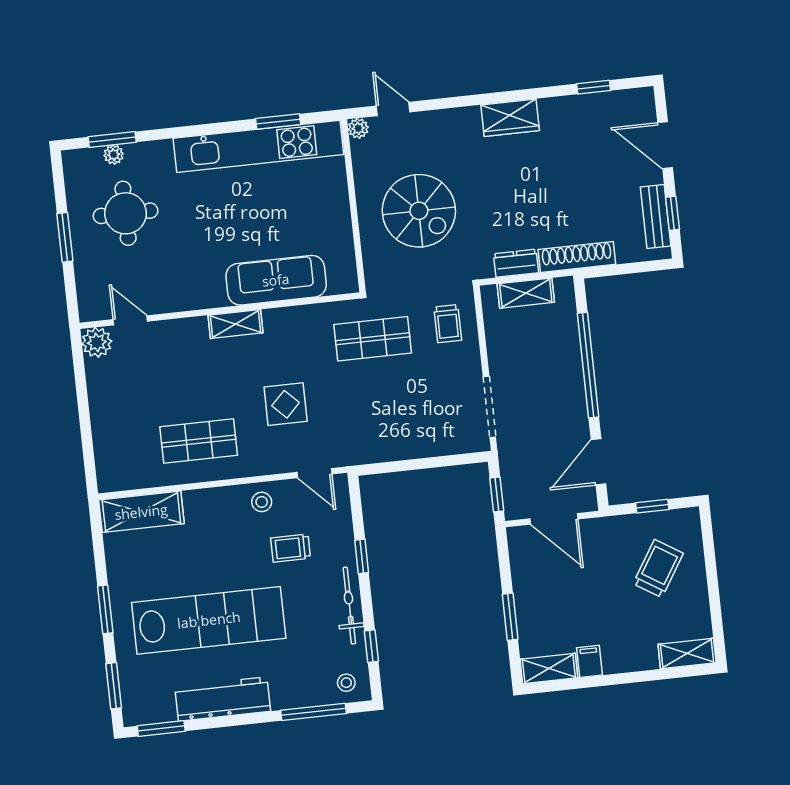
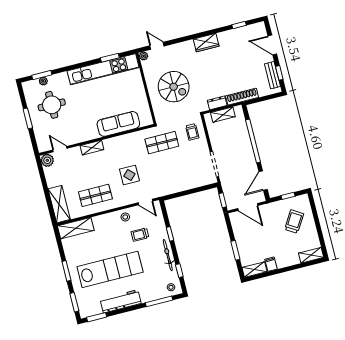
shelving: (236, 324) -> (92, 148), moved
shelving: (110, 450) -> (59, 204), added

